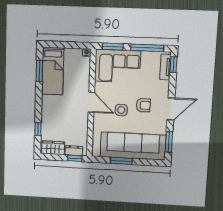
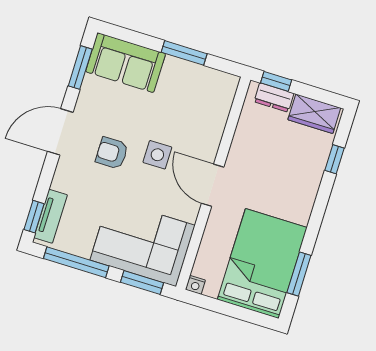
bed: (53, 71) -> (262, 263), width x1.50
sofa: (133, 146) -> (126, 63), width x0.54, depth x0.79

